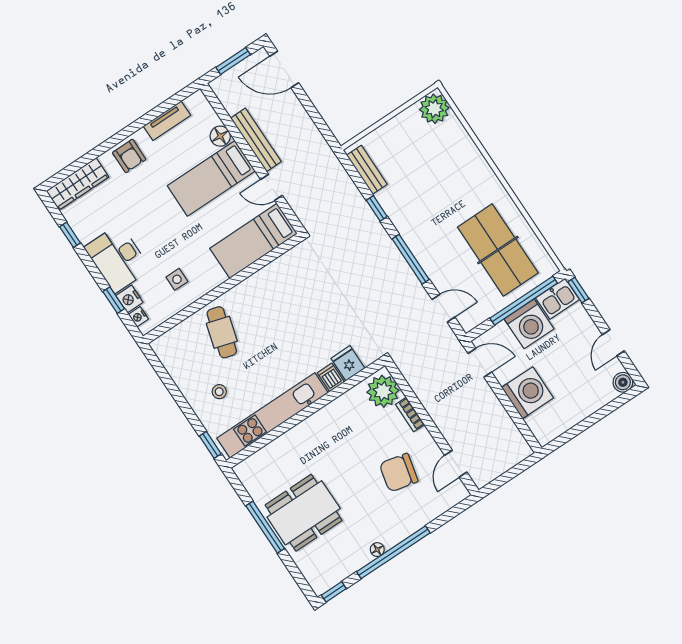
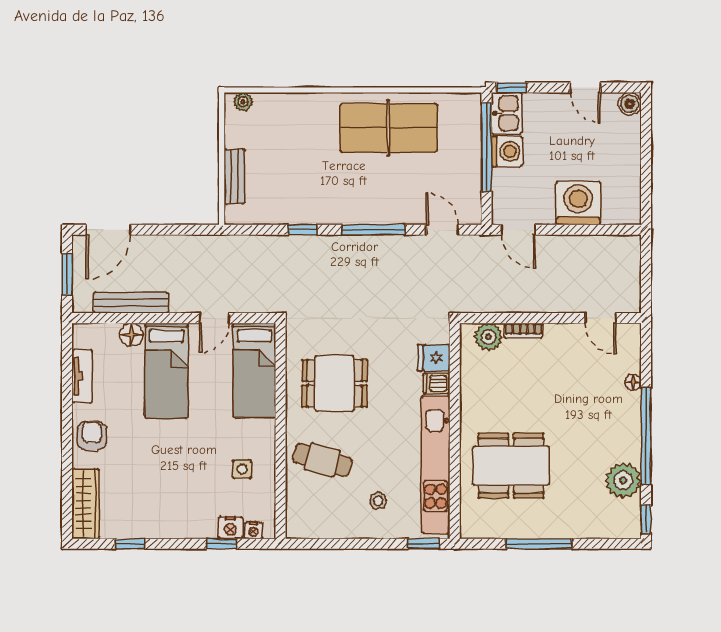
plant: (434, 109) -> (243, 102), width x0.53, depth x0.53
bench: (256, 140) -> (131, 303), moved
armchair: (129, 156) -> (92, 436), turned -90
bench: (367, 170) -> (235, 177), moved, turned 90
table tennis table: (498, 250) -> (388, 128), moved
desk: (118, 258) -> (183, 513), removed
dining table: (282, 304) -> (334, 383), added
door: (443, 308) -> (442, 230), hinge flipped
washing machine: (529, 324) -> (507, 151), width x0.73, depth x0.73
door: (480, 363) -> (518, 230), swing flipped
plant: (383, 391) -> (488, 337), width x0.73, depth x0.73
chair: (399, 473) -> (572, 379), removed
dining table: (304, 513) -> (511, 466), moved, turned 90
floor lamp: (377, 550) -> (633, 382), moved
plant: (351, 557) -> (623, 480), added

